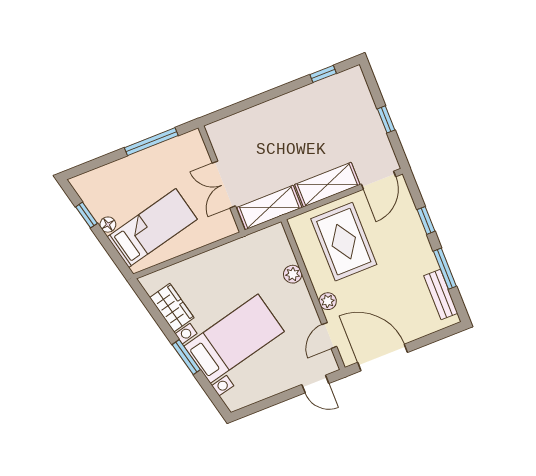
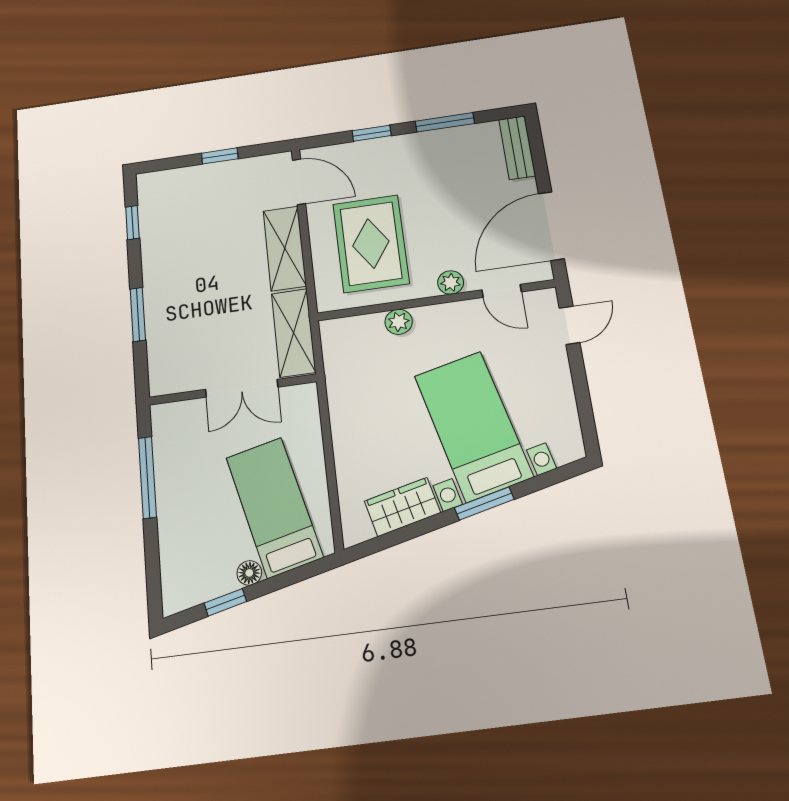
window: (258, 99) -> (138, 314), added
rug: (344, 242) -> (371, 243), turned 90
bench: (441, 294) -> (517, 148), moved, turned 90

